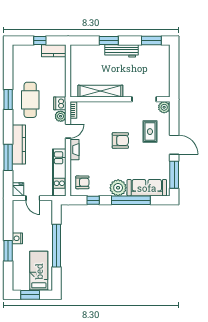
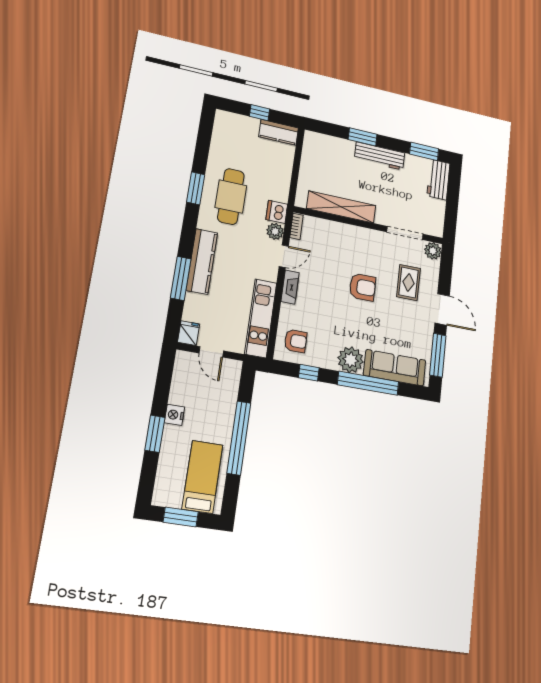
workbench: (163, 58) -> (438, 180), added

